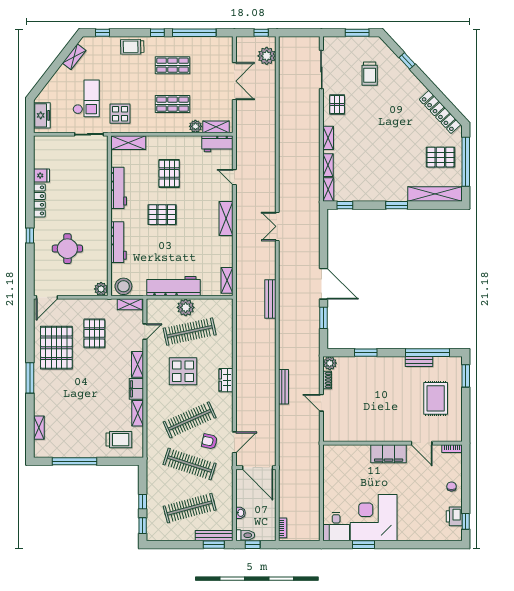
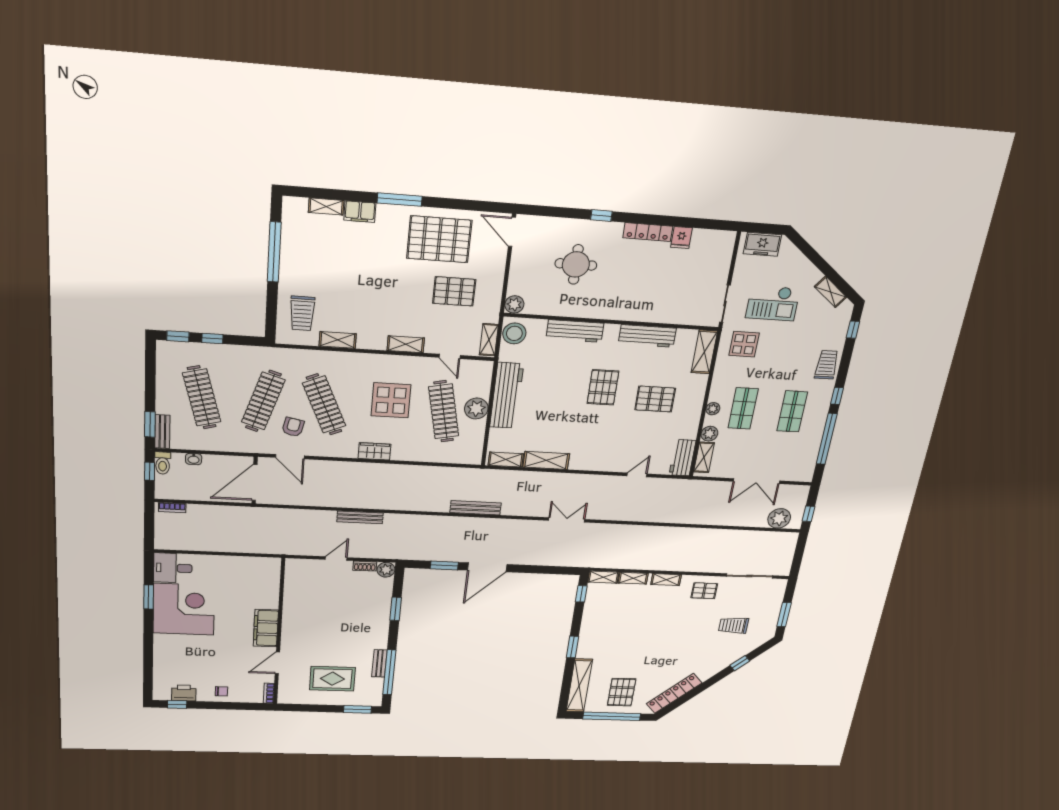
plant: (174, 128) -> (713, 409), added
shelving: (226, 219) -> (546, 460), moved
filing cabinet: (136, 389) -> (360, 212), moved, turned 180
bench: (214, 536) -> (162, 432), width x0.73

